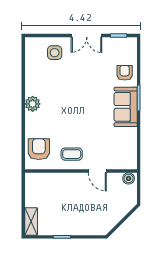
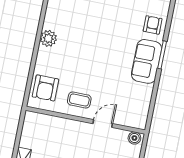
armchair: (39, 149) -> (45, 88), turned 180
door: (97, 171) -> (103, 124), swing flipped

